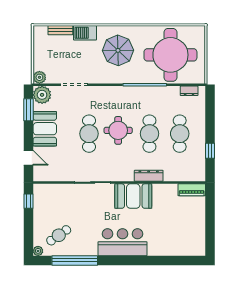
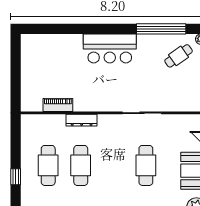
round table: (118, 130) -> (114, 169), removed
window: (210, 151) -> (16, 177), moved
piano: (192, 190) -> (58, 105), moved
booth: (133, 196) -> (98, 98), removed

